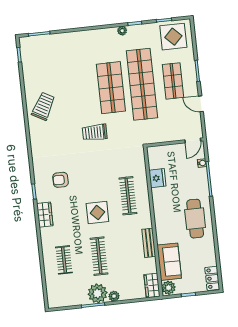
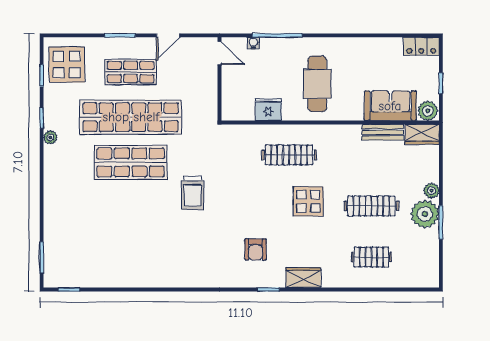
trolley: (43, 106) -> (147, 263), removed
cafe table: (195, 219) -> (317, 84), moved, turned 90
bench: (149, 243) -> (383, 132), moved

